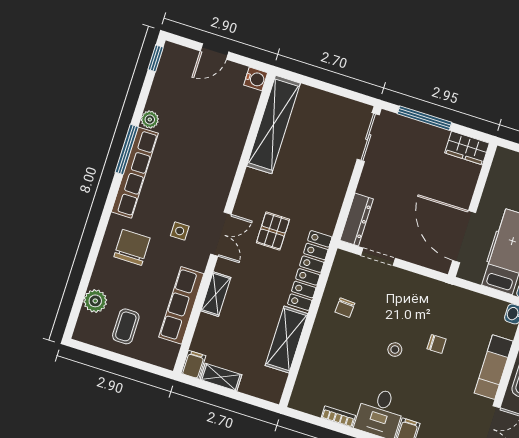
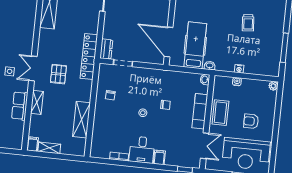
dresser: (357, 220) -> (106, 49), width x0.70
pallet: (273, 231) -> (58, 74), moved
double door: (221, 234) -> (33, 68), swing flipped
locker: (310, 271) -> (89, 57), moved
row of seats: (181, 305) -> (20, 106), width x0.68

